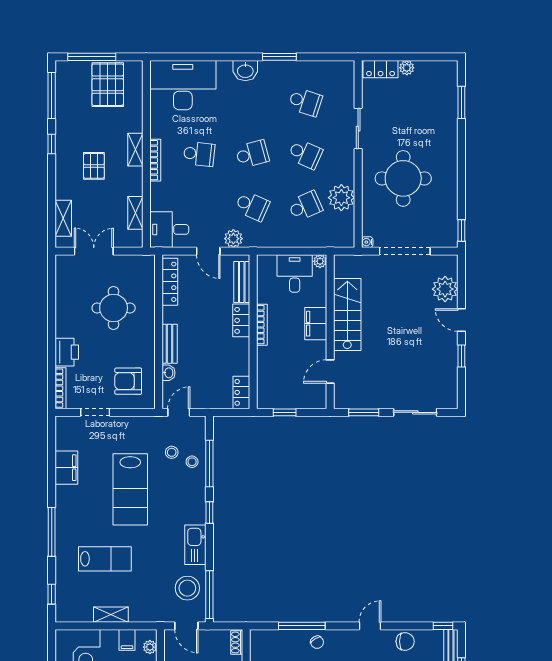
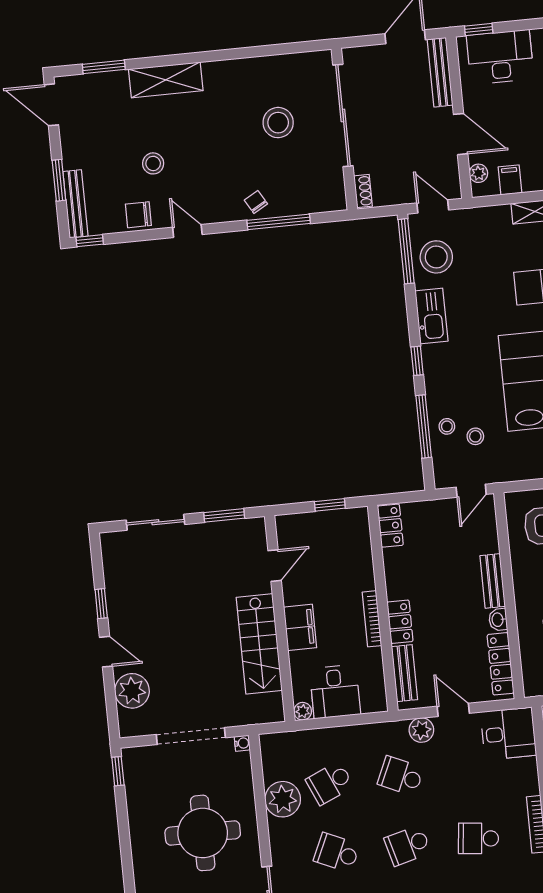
washbasin: (168, 373) -> (498, 620), moved
door: (370, 626) -> (187, 231), swing flipped

